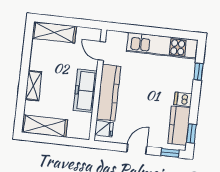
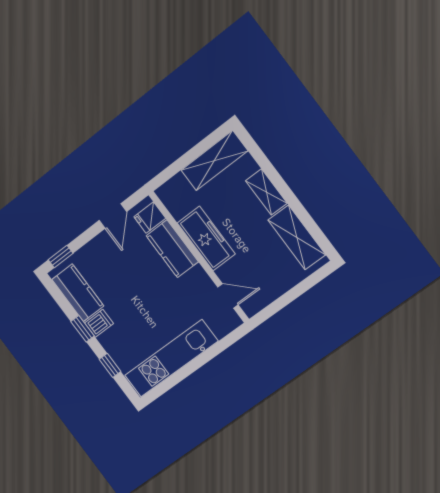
shelving: (54, 32) -> (297, 237), moved, turned 90
kitchen counter: (109, 93) -> (172, 249), width x0.67
window: (191, 133) -> (82, 329), moved
door: (137, 149) -> (113, 216), moved

